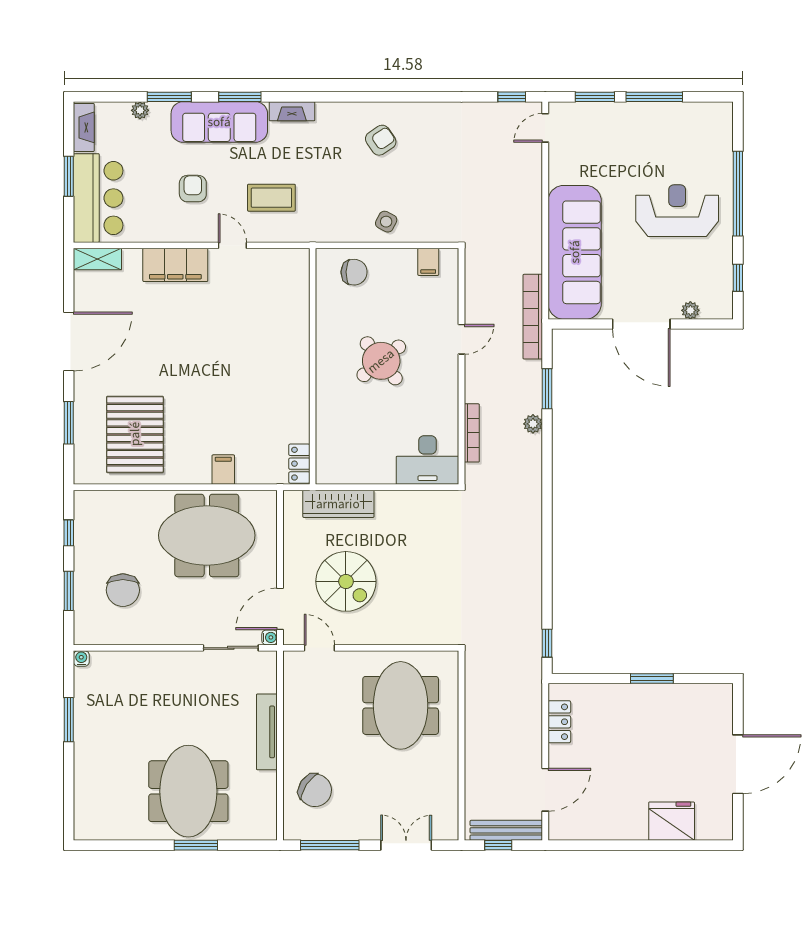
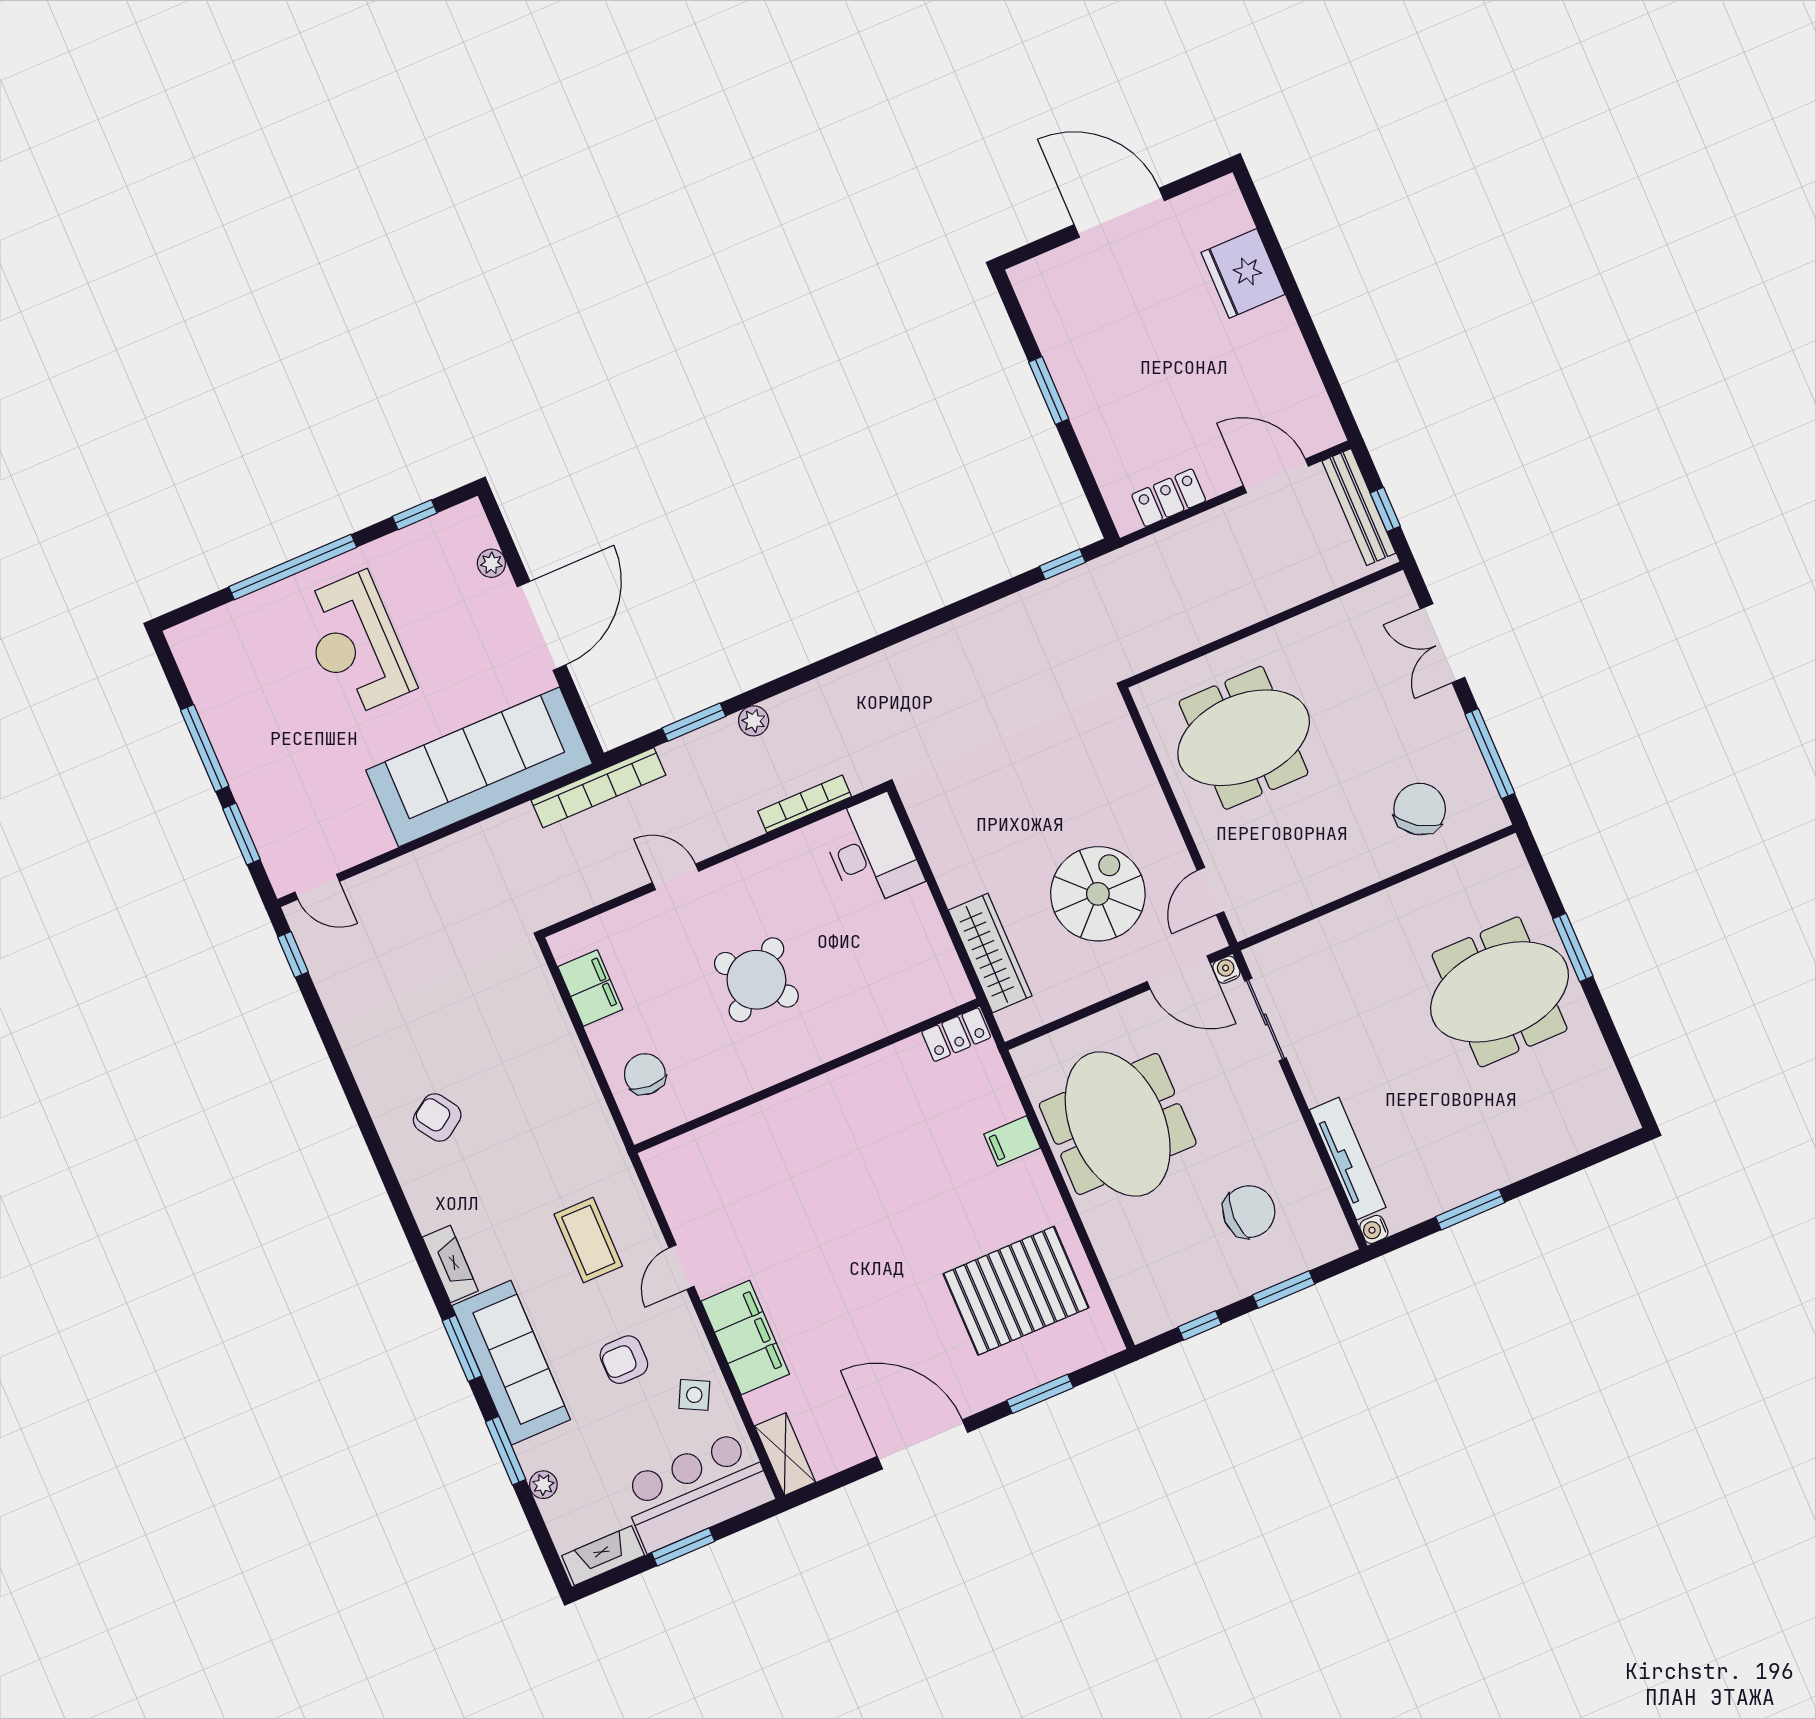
side table: (386, 222) -> (694, 1395), moved
filing cabinet: (428, 262) -> (590, 988), width x2.00
tv unit: (267, 732) -> (1348, 1159), moved, turned -90

